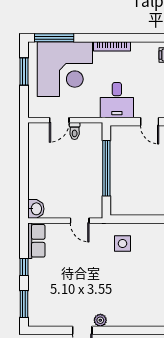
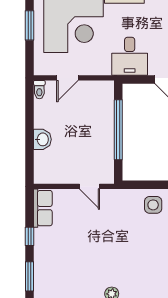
toilet: (75, 131) -> (39, 90), moved
washbasin: (36, 209) -> (42, 139), moved
side table: (123, 244) -> (153, 205), moved

